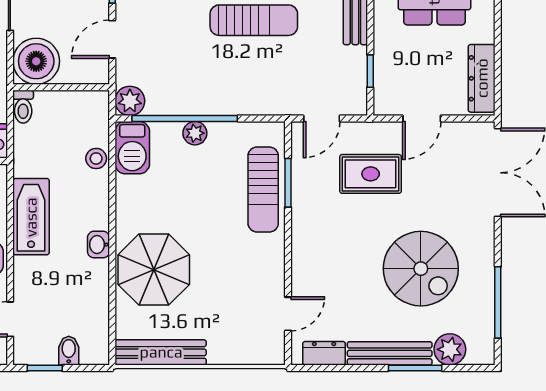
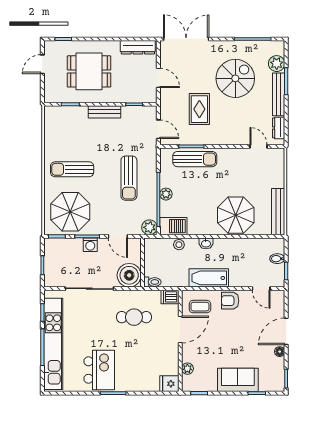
sun lounger: (254, 20) -> (129, 178), moved, turned 180
rug: (371, 174) -> (199, 109), moved
washbasin: (99, 245) -> (206, 243), moved

